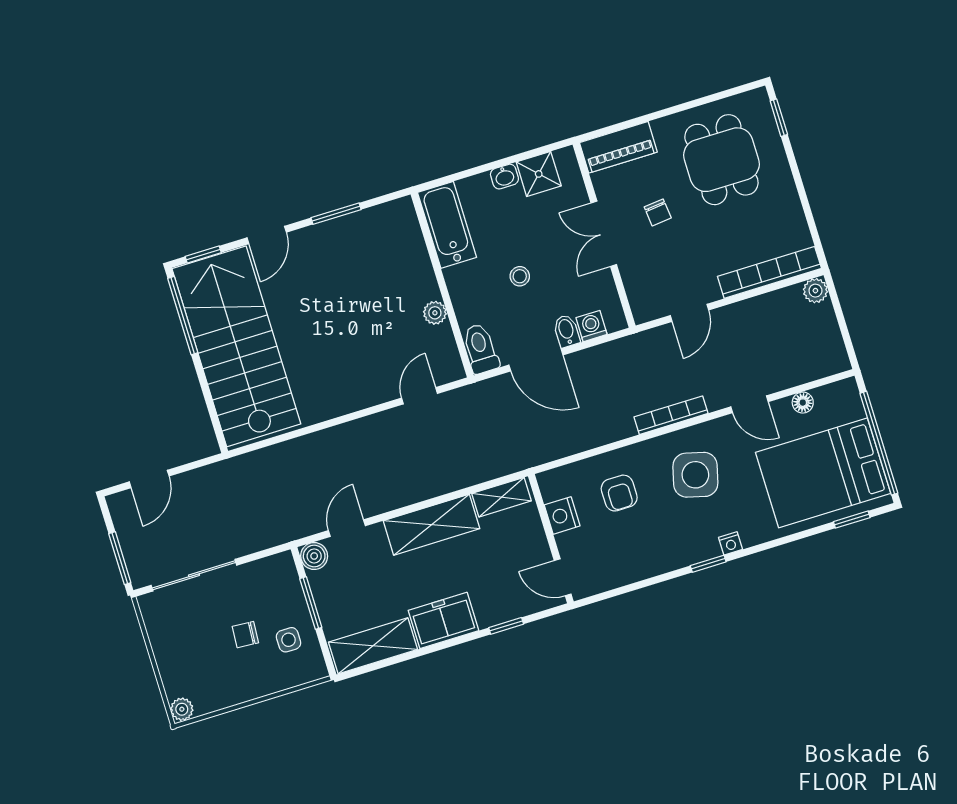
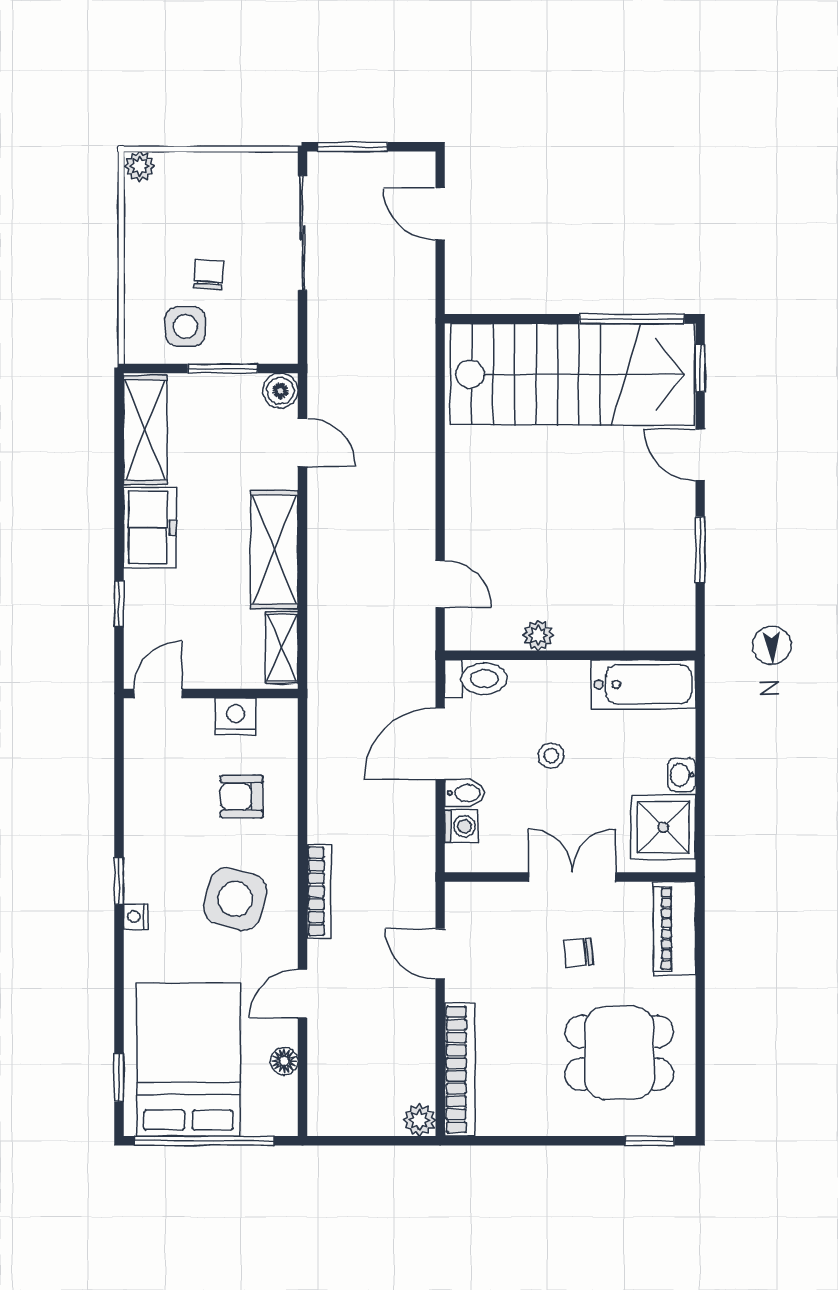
shower: (539, 174) -> (663, 827), width x1.36, depth x1.36
side table: (289, 640) -> (185, 326), width x1.37, depth x1.37

